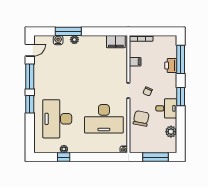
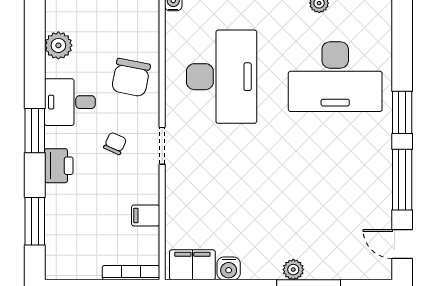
water cooler: (58, 40) -> (229, 268), moved
door: (30, 50) -> (402, 244), hinge flipped
window: (181, 59) -> (35, 221), width x0.69
printer: (171, 66) -> (59, 166), moved
desk: (57, 119) -> (335, 77), turned 90
desk: (104, 119) -> (222, 77), turned 90

